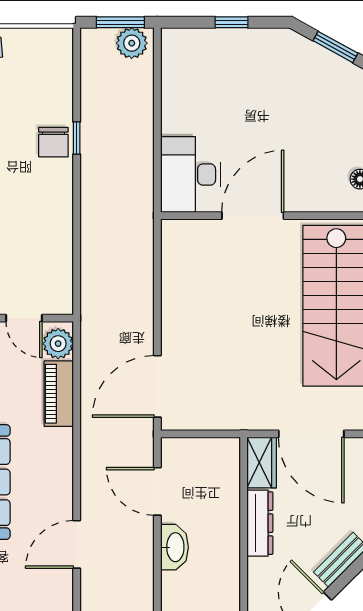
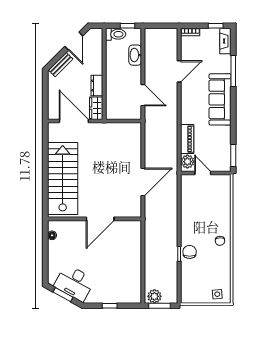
desk: (190, 175) -> (74, 283), moved, turned 119
door: (157, 386) -> (143, 182), moved
dresser: (260, 523) -> (97, 85), width x0.70
washbasin: (175, 547) -> (135, 55), moved

